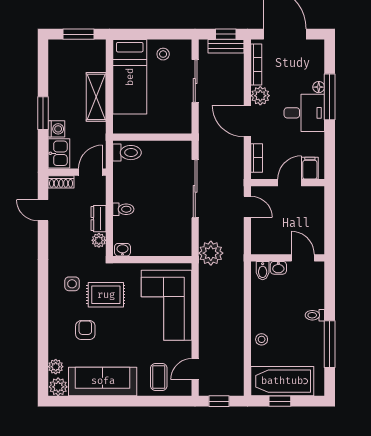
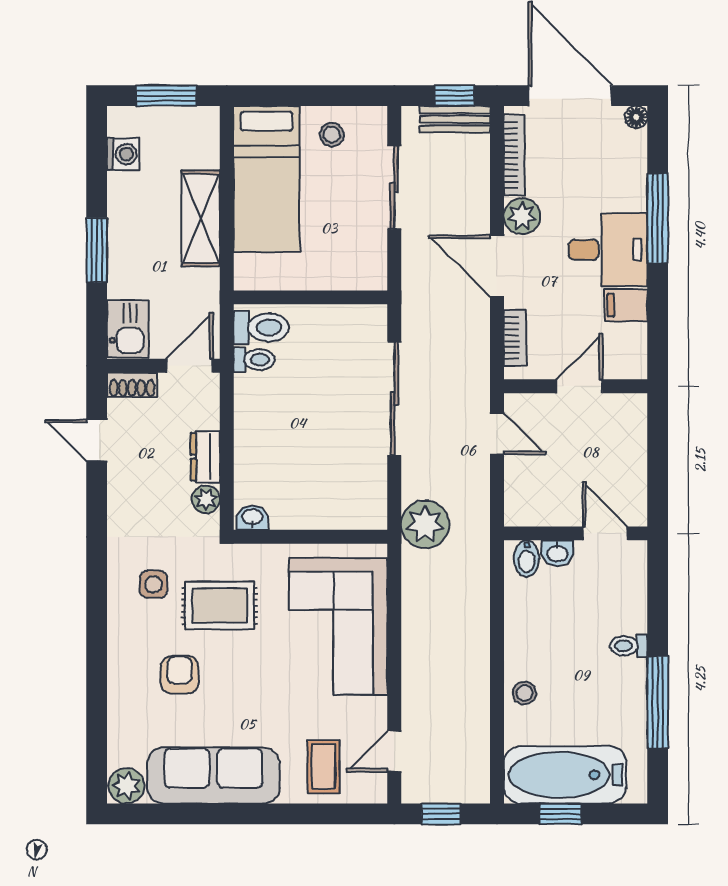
floor lamp: (319, 87) -> (636, 117), moved
washing machine: (56, 129) -> (123, 154), moved
filing cabinet: (310, 168) -> (626, 305), moved, turned -90
toilet: (123, 209) -> (254, 360), moved
plant: (56, 367) -> (122, 746), removed

